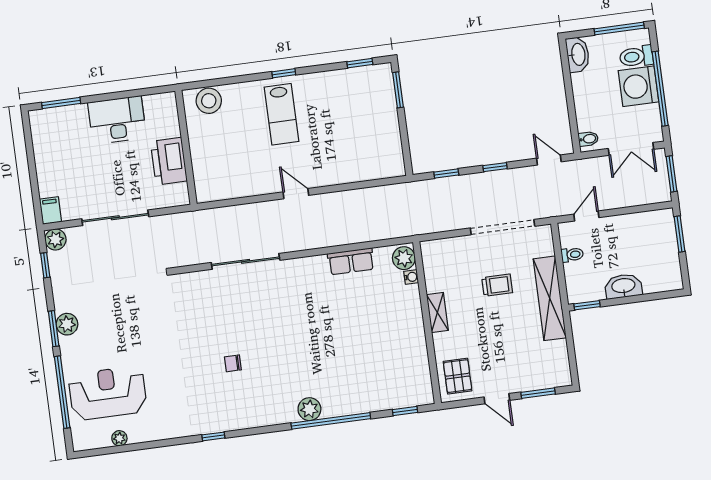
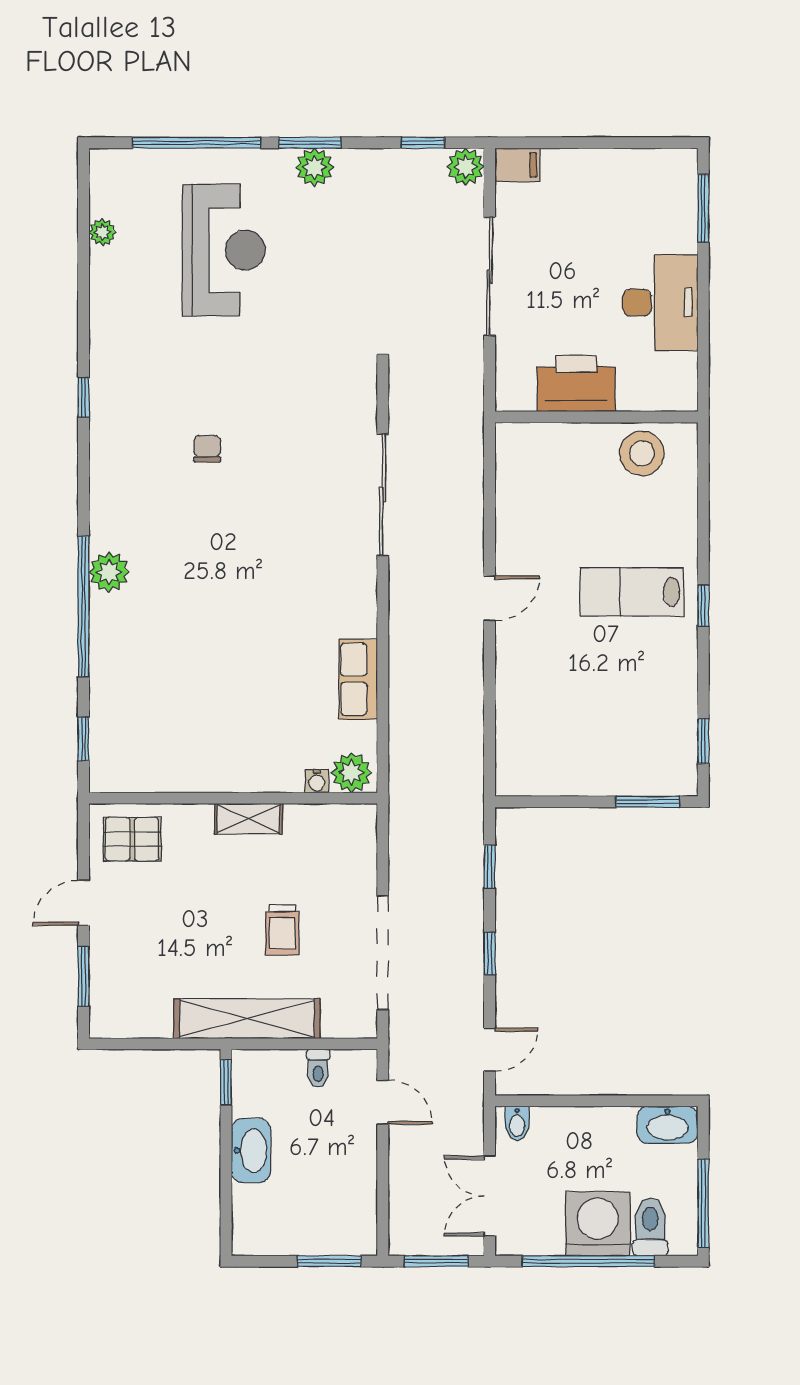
stool: (209, 101) -> (642, 453), moved
reception desk: (108, 393) -> (224, 250), moved

